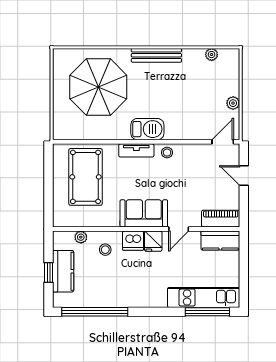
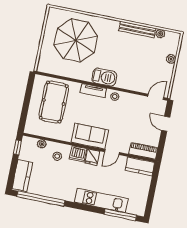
bench: (156, 55) -> (137, 30), moved
plant: (233, 103) -> (171, 59), moved
kitchen counter: (63, 271) -> (22, 176), moved
window: (49, 273) -> (17, 147), moved
kitchen unit: (204, 298) -> (101, 200), moved

